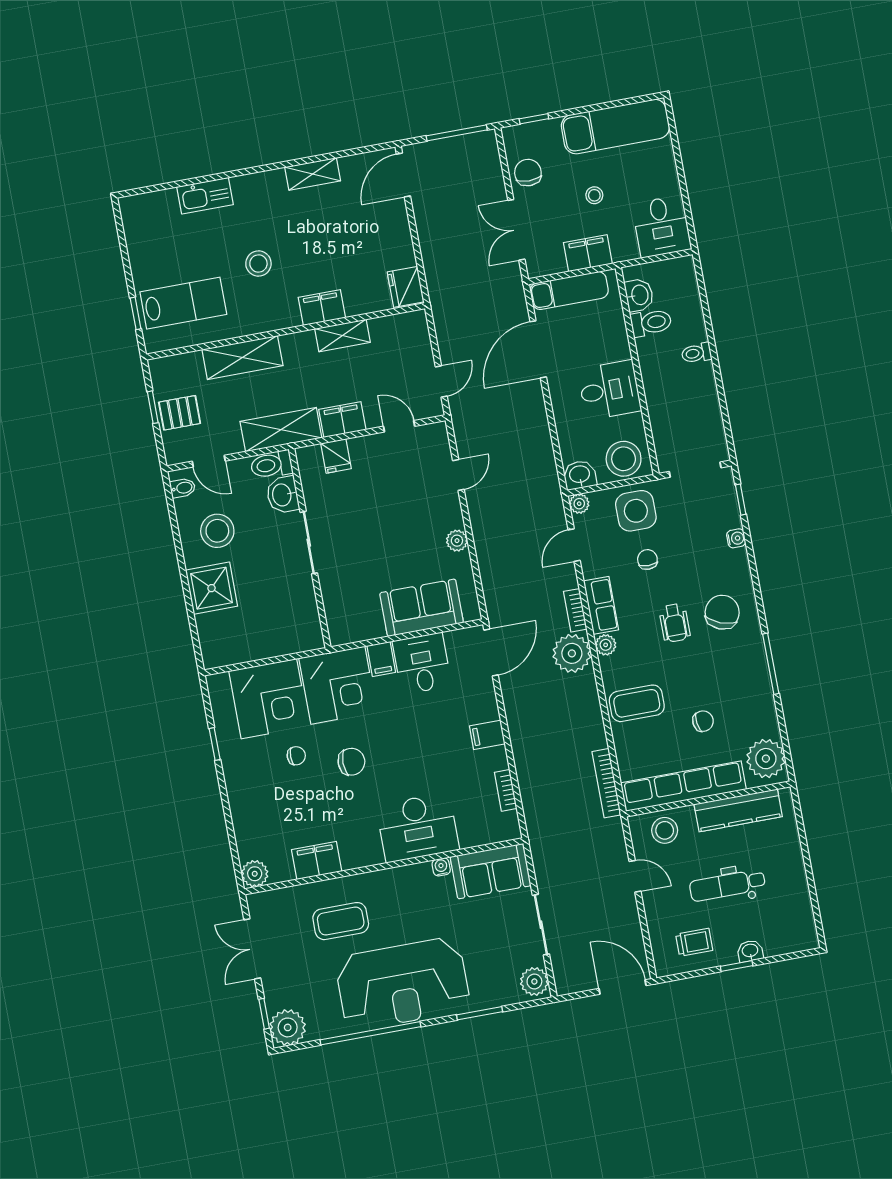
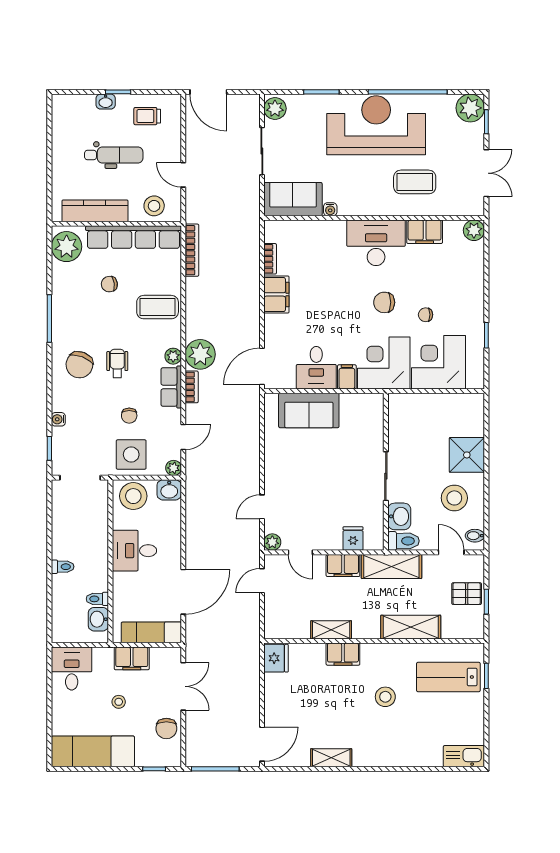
kitchen sink: (205, 196) -> (464, 756), moved
toilet: (651, 323) -> (97, 599), width x0.73, depth x0.72
plant: (457, 541) -> (272, 542), moved
filing cabinet: (487, 735) -> (276, 294), width x2.00
desk: (418, 827) -> (376, 243), moved

